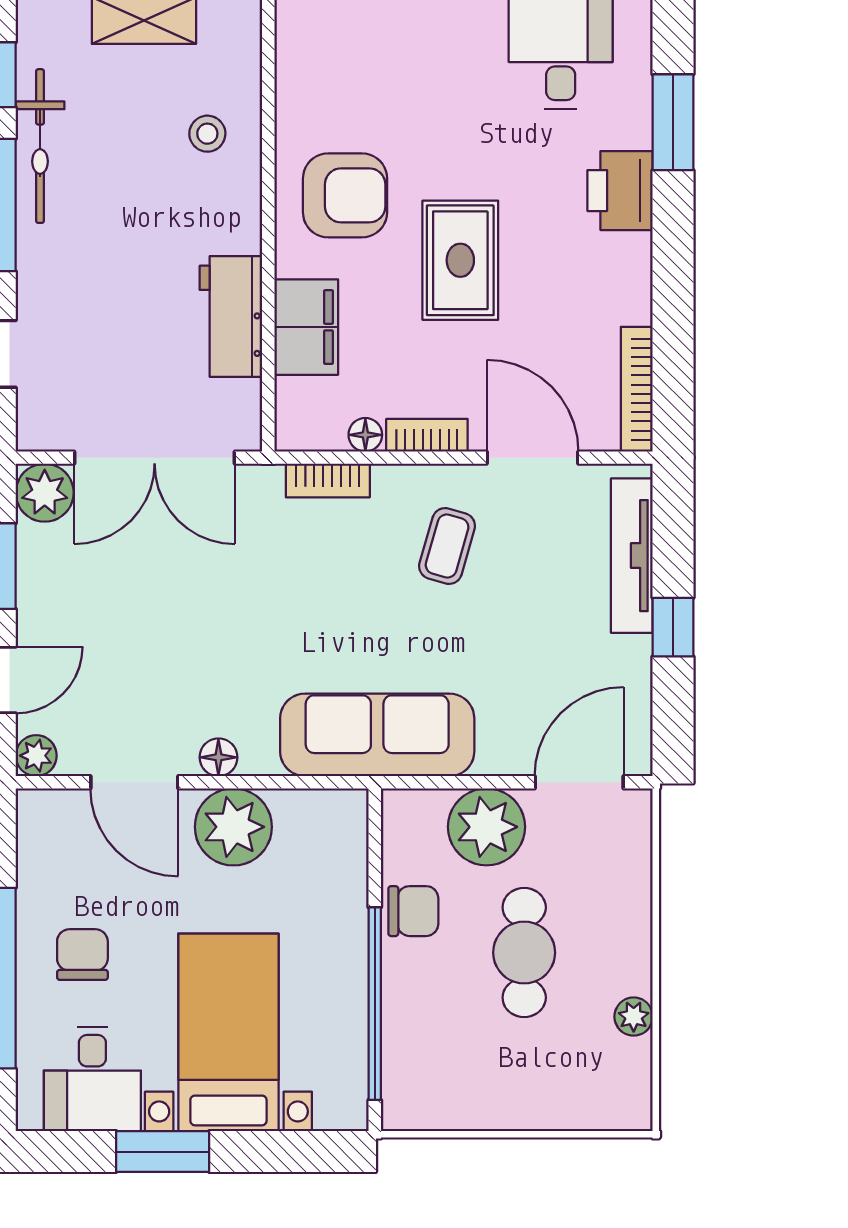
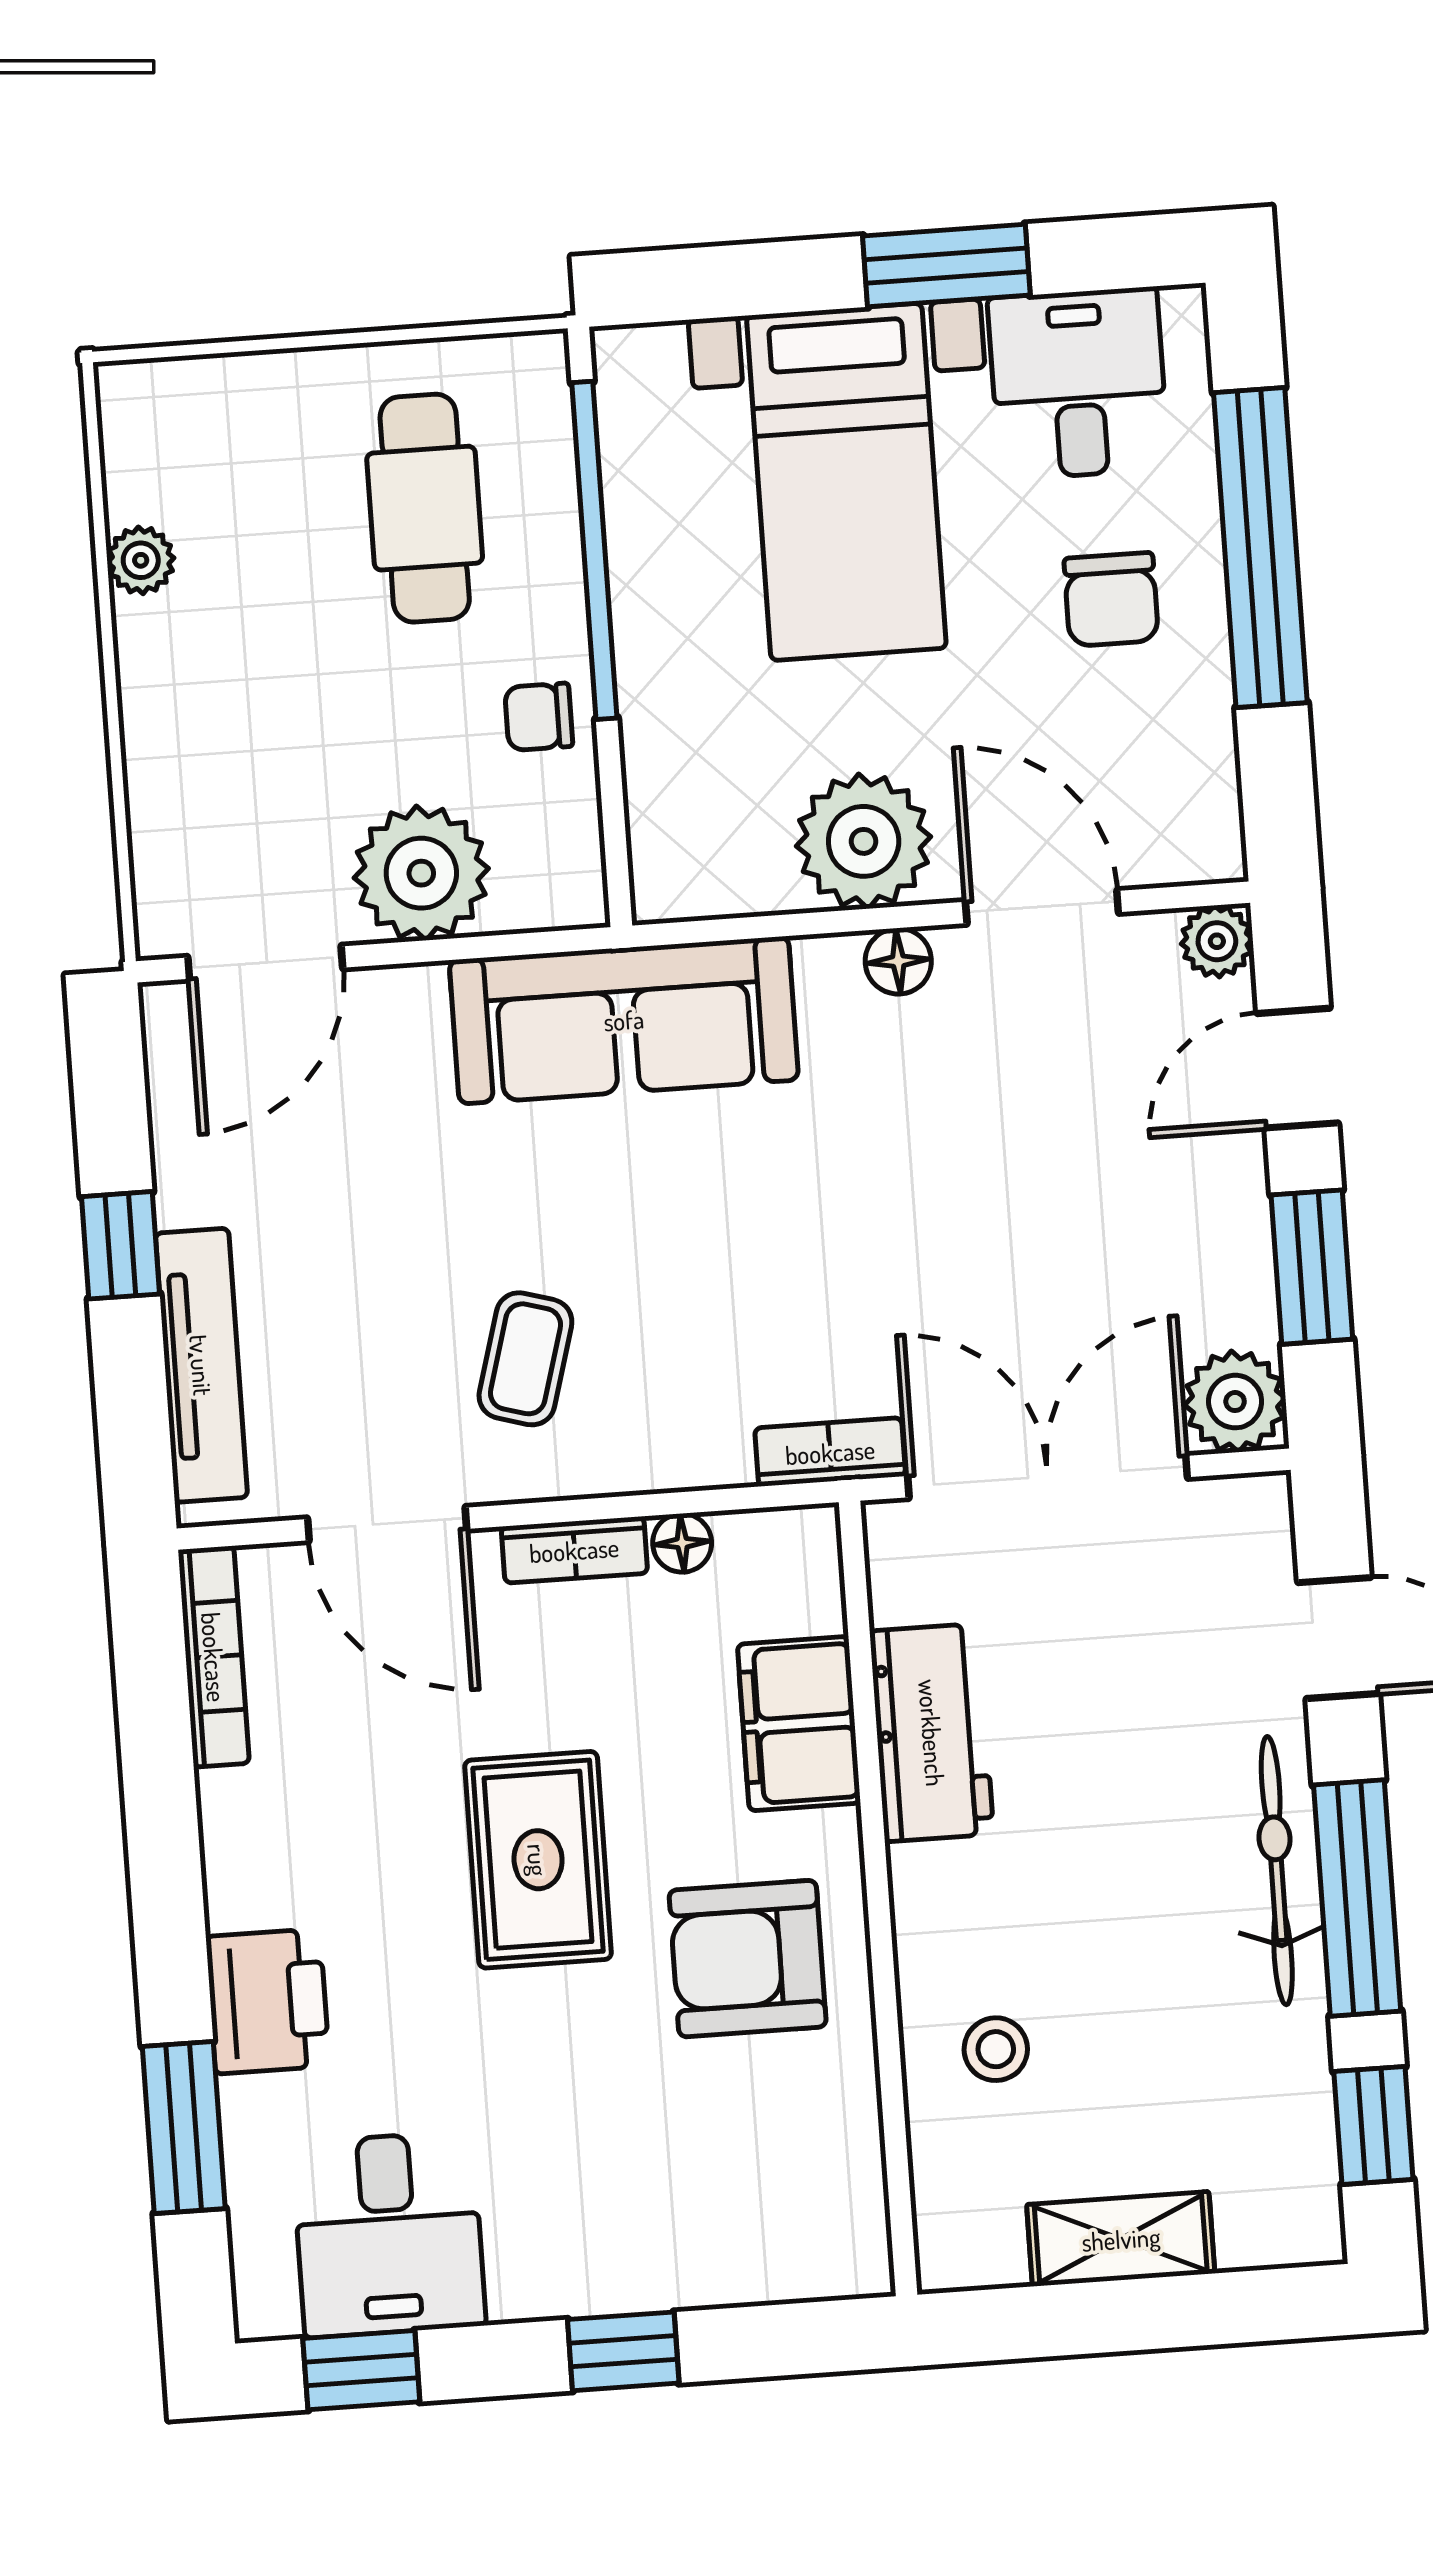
bicycle: (40, 146) -> (1277, 1871), moved
bookcase: (328, 481) -> (830, 1452), moved
chair: (413, 911) -> (539, 717), width x0.73, depth x0.73
cafe table: (524, 953) -> (425, 508), moved

